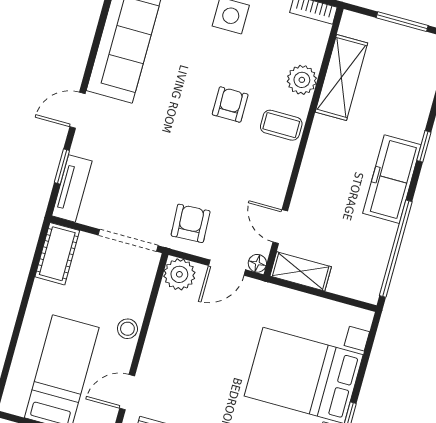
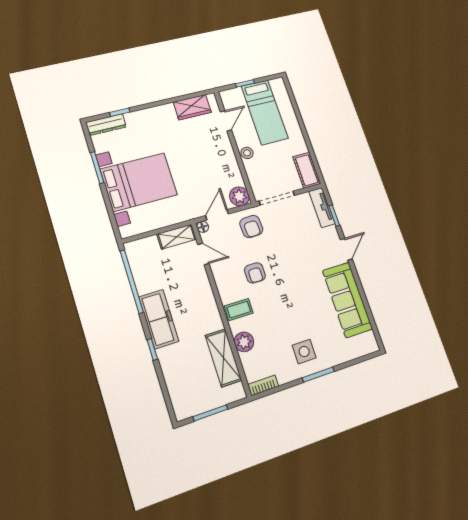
armchair: (230, 104) -> (255, 273), moved

